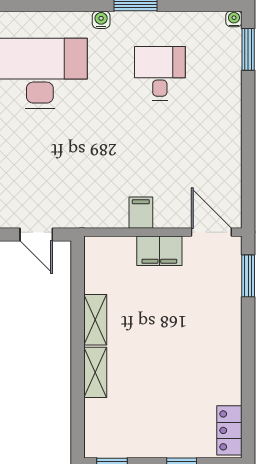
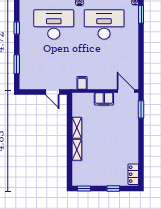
desk: (160, 73) -> (104, 24), width x1.87, depth x1.30
filing cabinet: (141, 213) -> (82, 83), moved

